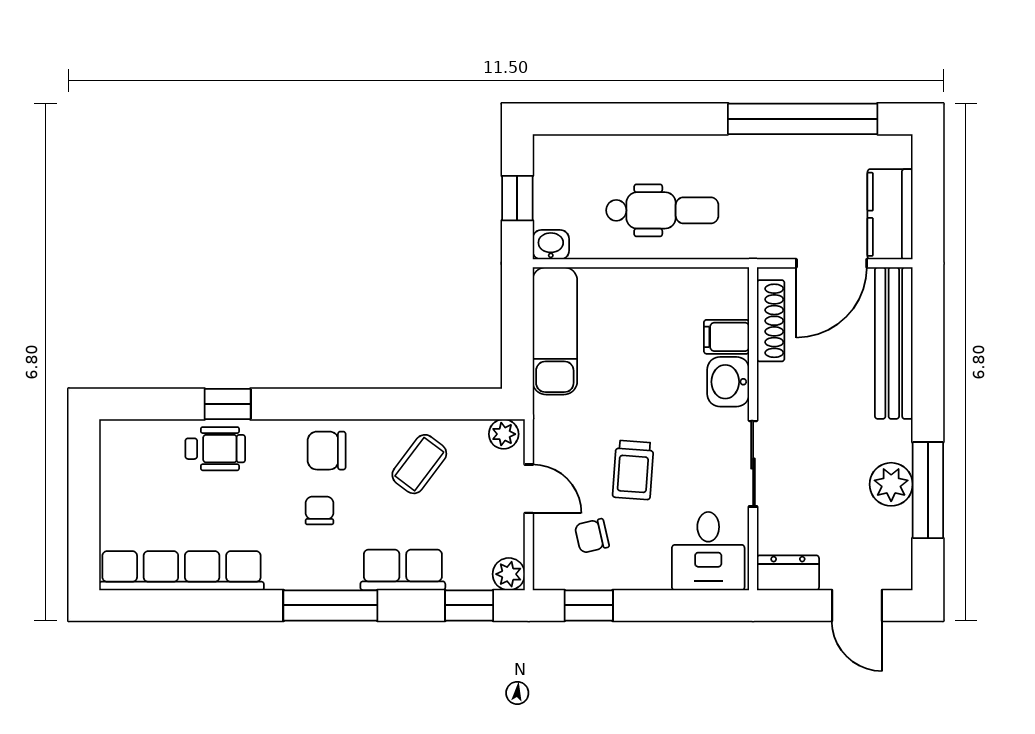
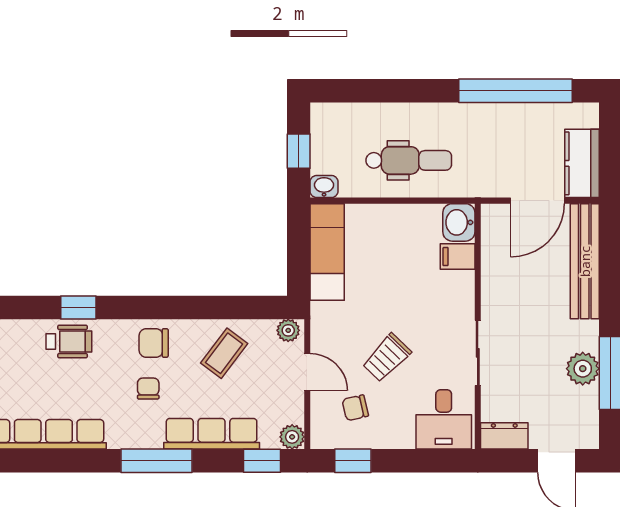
shoe rack: (771, 321) -> (491, 244), removed
washbasin: (728, 382) -> (459, 222), moved
trolley: (633, 470) -> (387, 358), turned 40
row of seats: (403, 570) -> (212, 434), width x1.48

